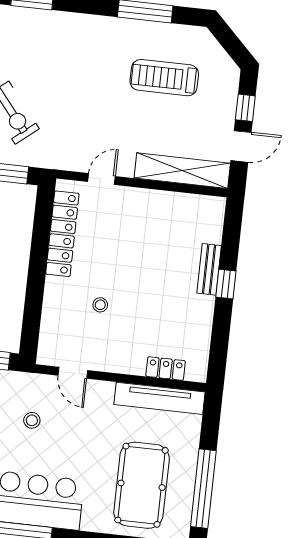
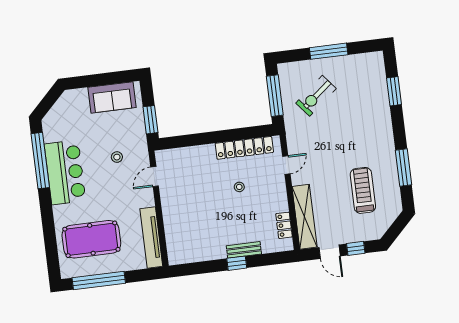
door: (101, 179) -> (286, 165), hinge flipped
stool: (100, 305) -> (239, 187), moved
locker: (166, 369) -> (284, 225), moved, turned 180

